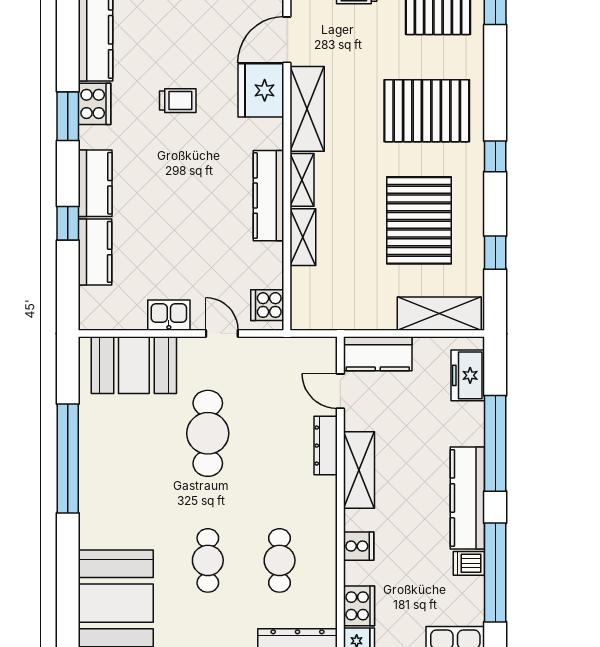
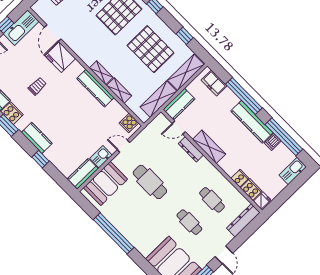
shelving: (307, 109) -> (158, 99), moved, turned 90
kitchen counter: (95, 252) -> (83, 174), moved, turned -90
cooker: (359, 546) -> (240, 178), moved

